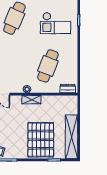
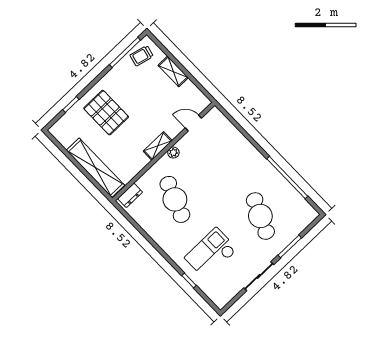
shelving: (72, 137) -> (95, 168), moved
pallet: (41, 140) -> (106, 113), width x0.73, depth x0.71

